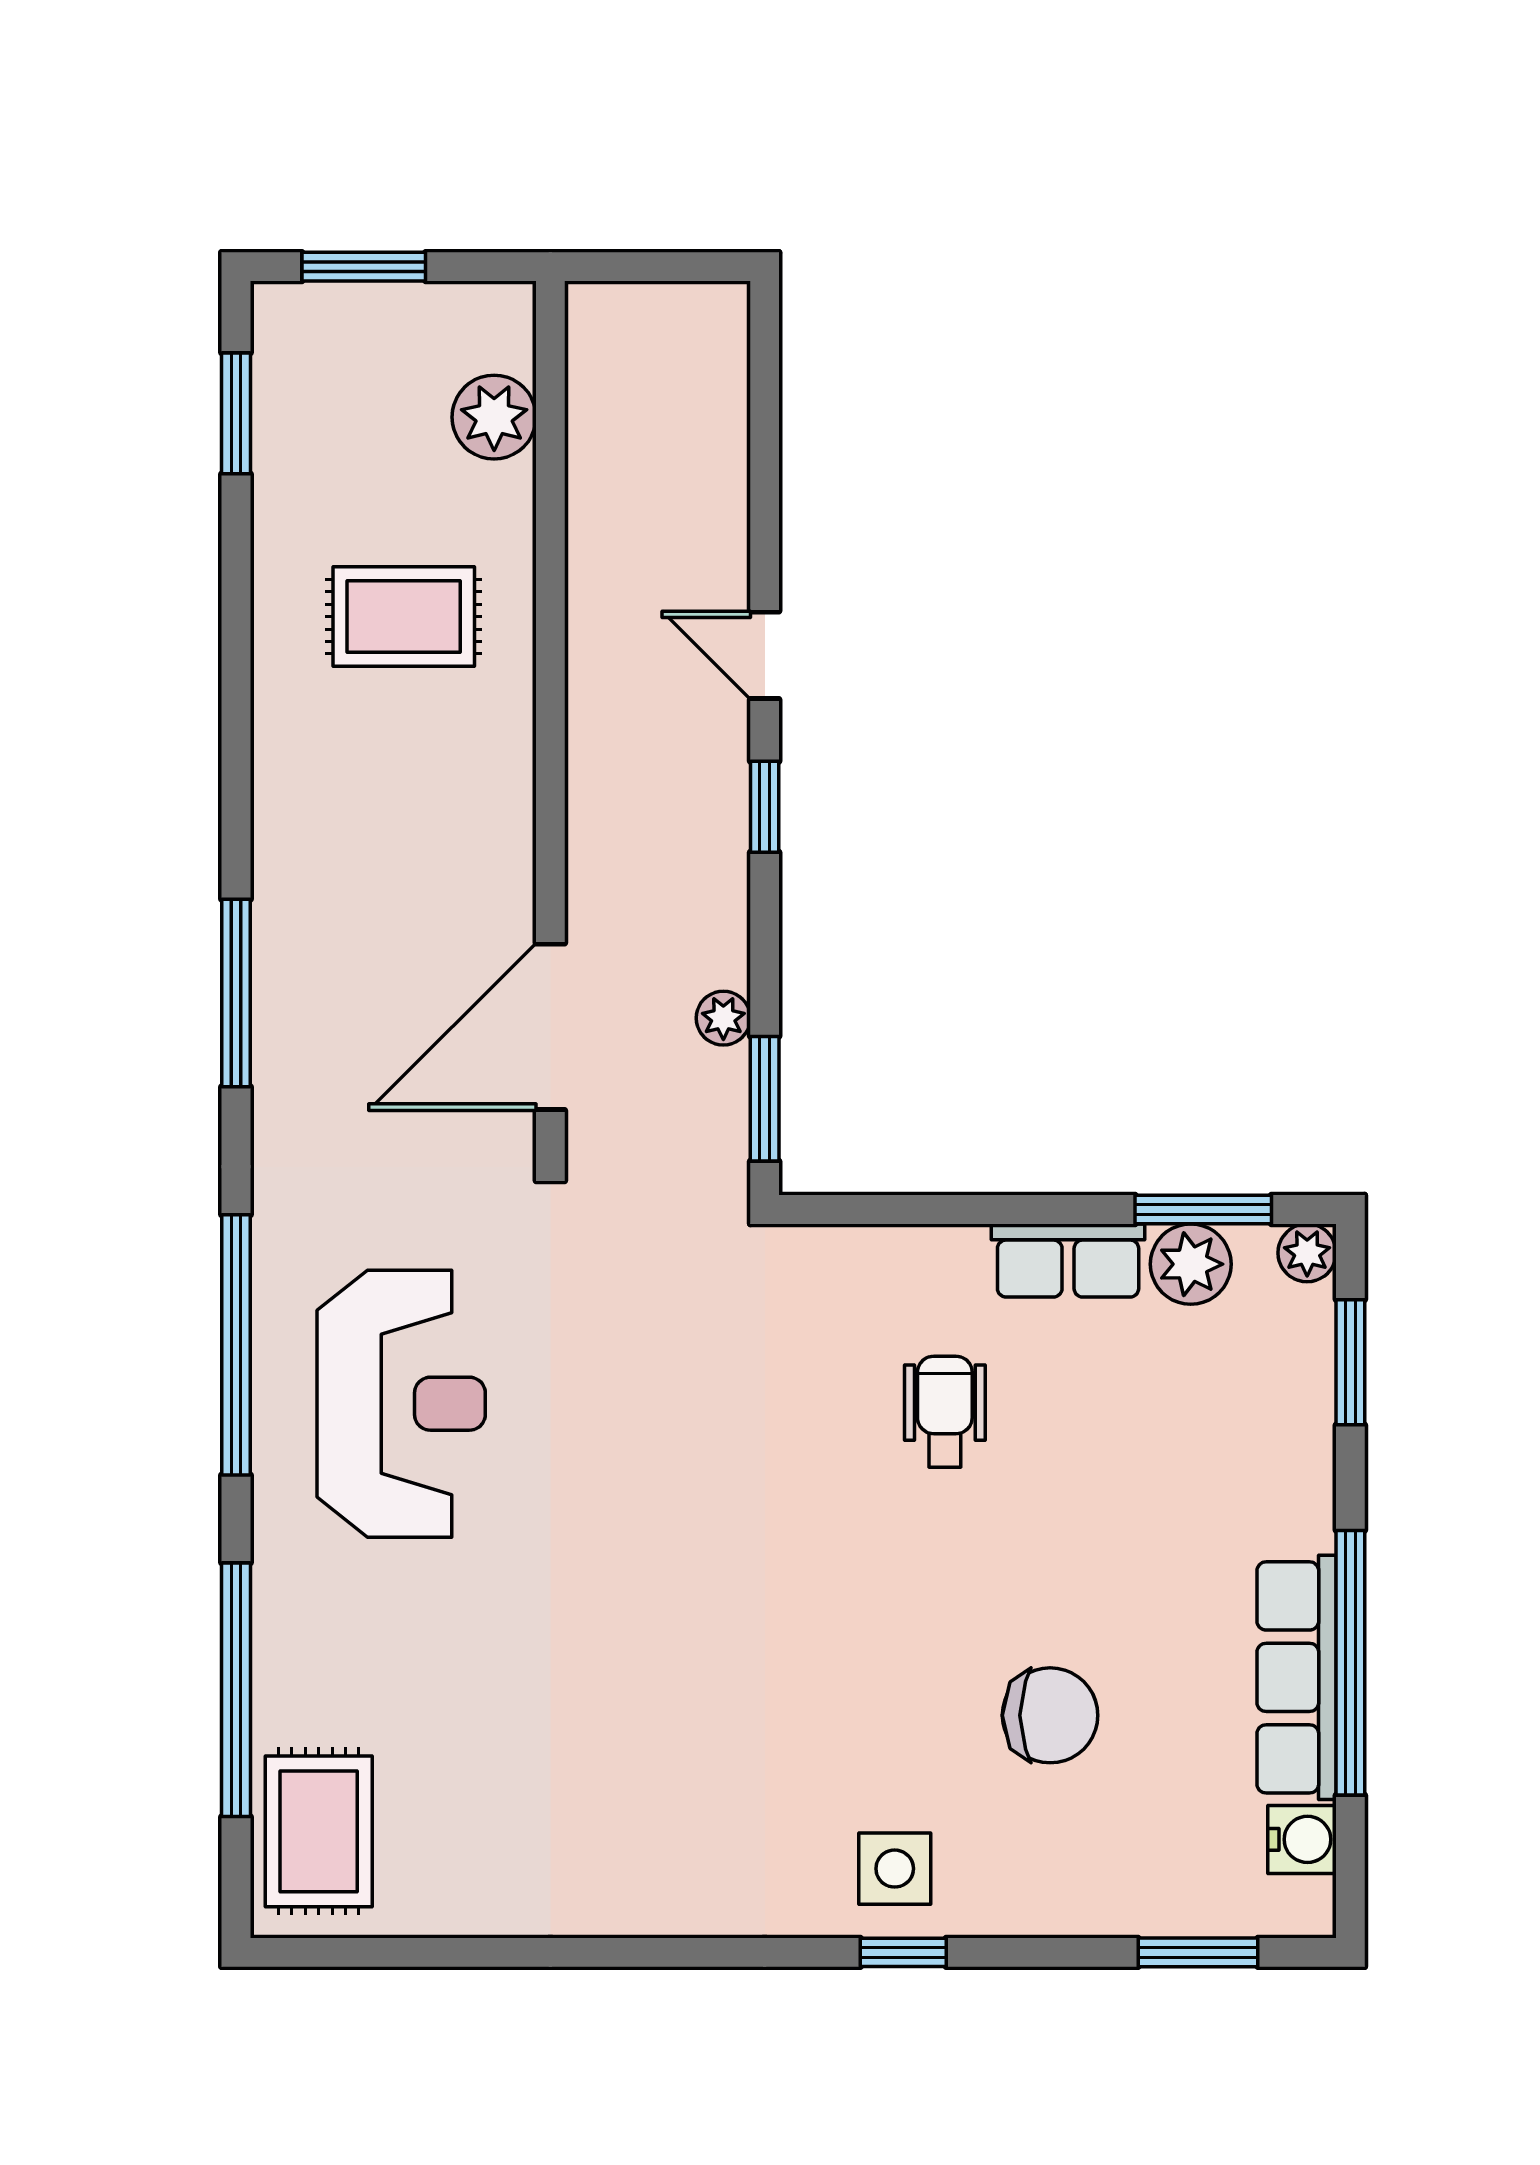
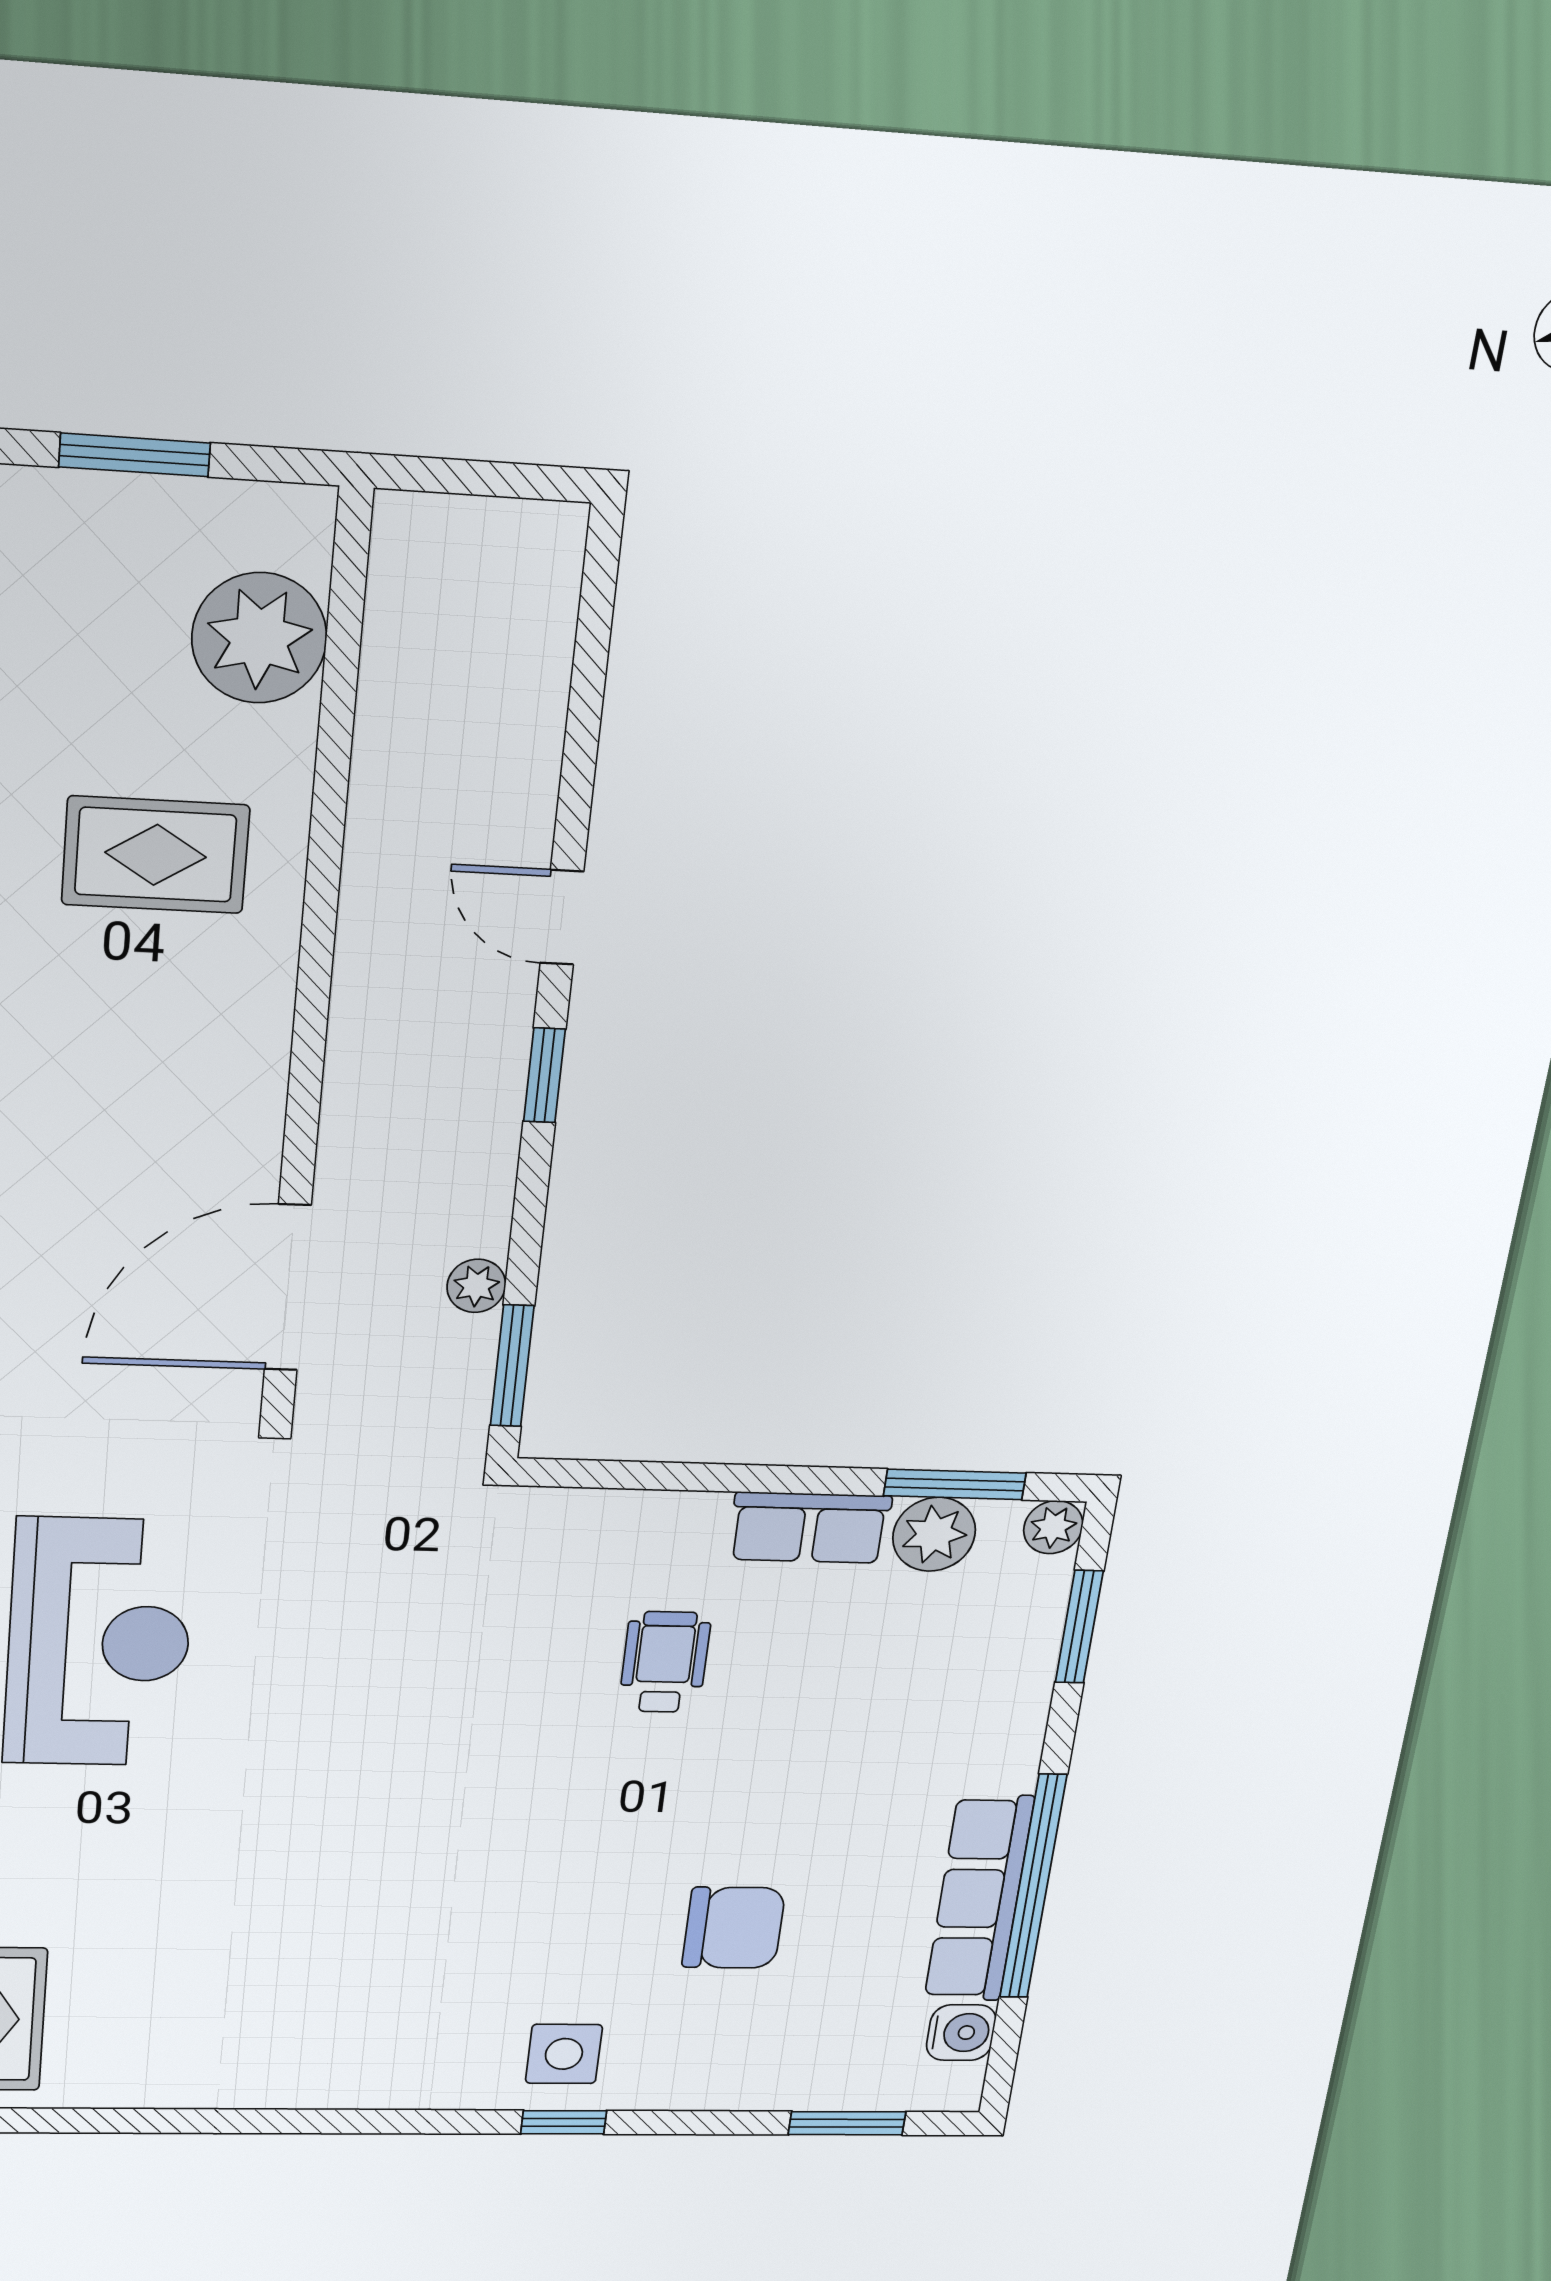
plant: (494, 417) -> (259, 638), width x1.36, depth x1.36

